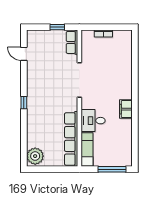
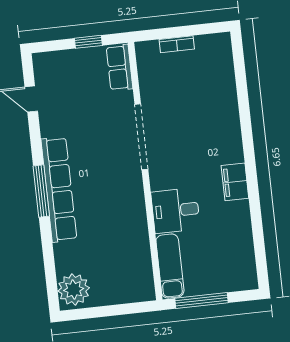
window: (24, 103) -> (41, 191), width x2.17
row of seats: (71, 139) -> (59, 189), moved, turned 180
window: (112, 169) -> (202, 301), moved

